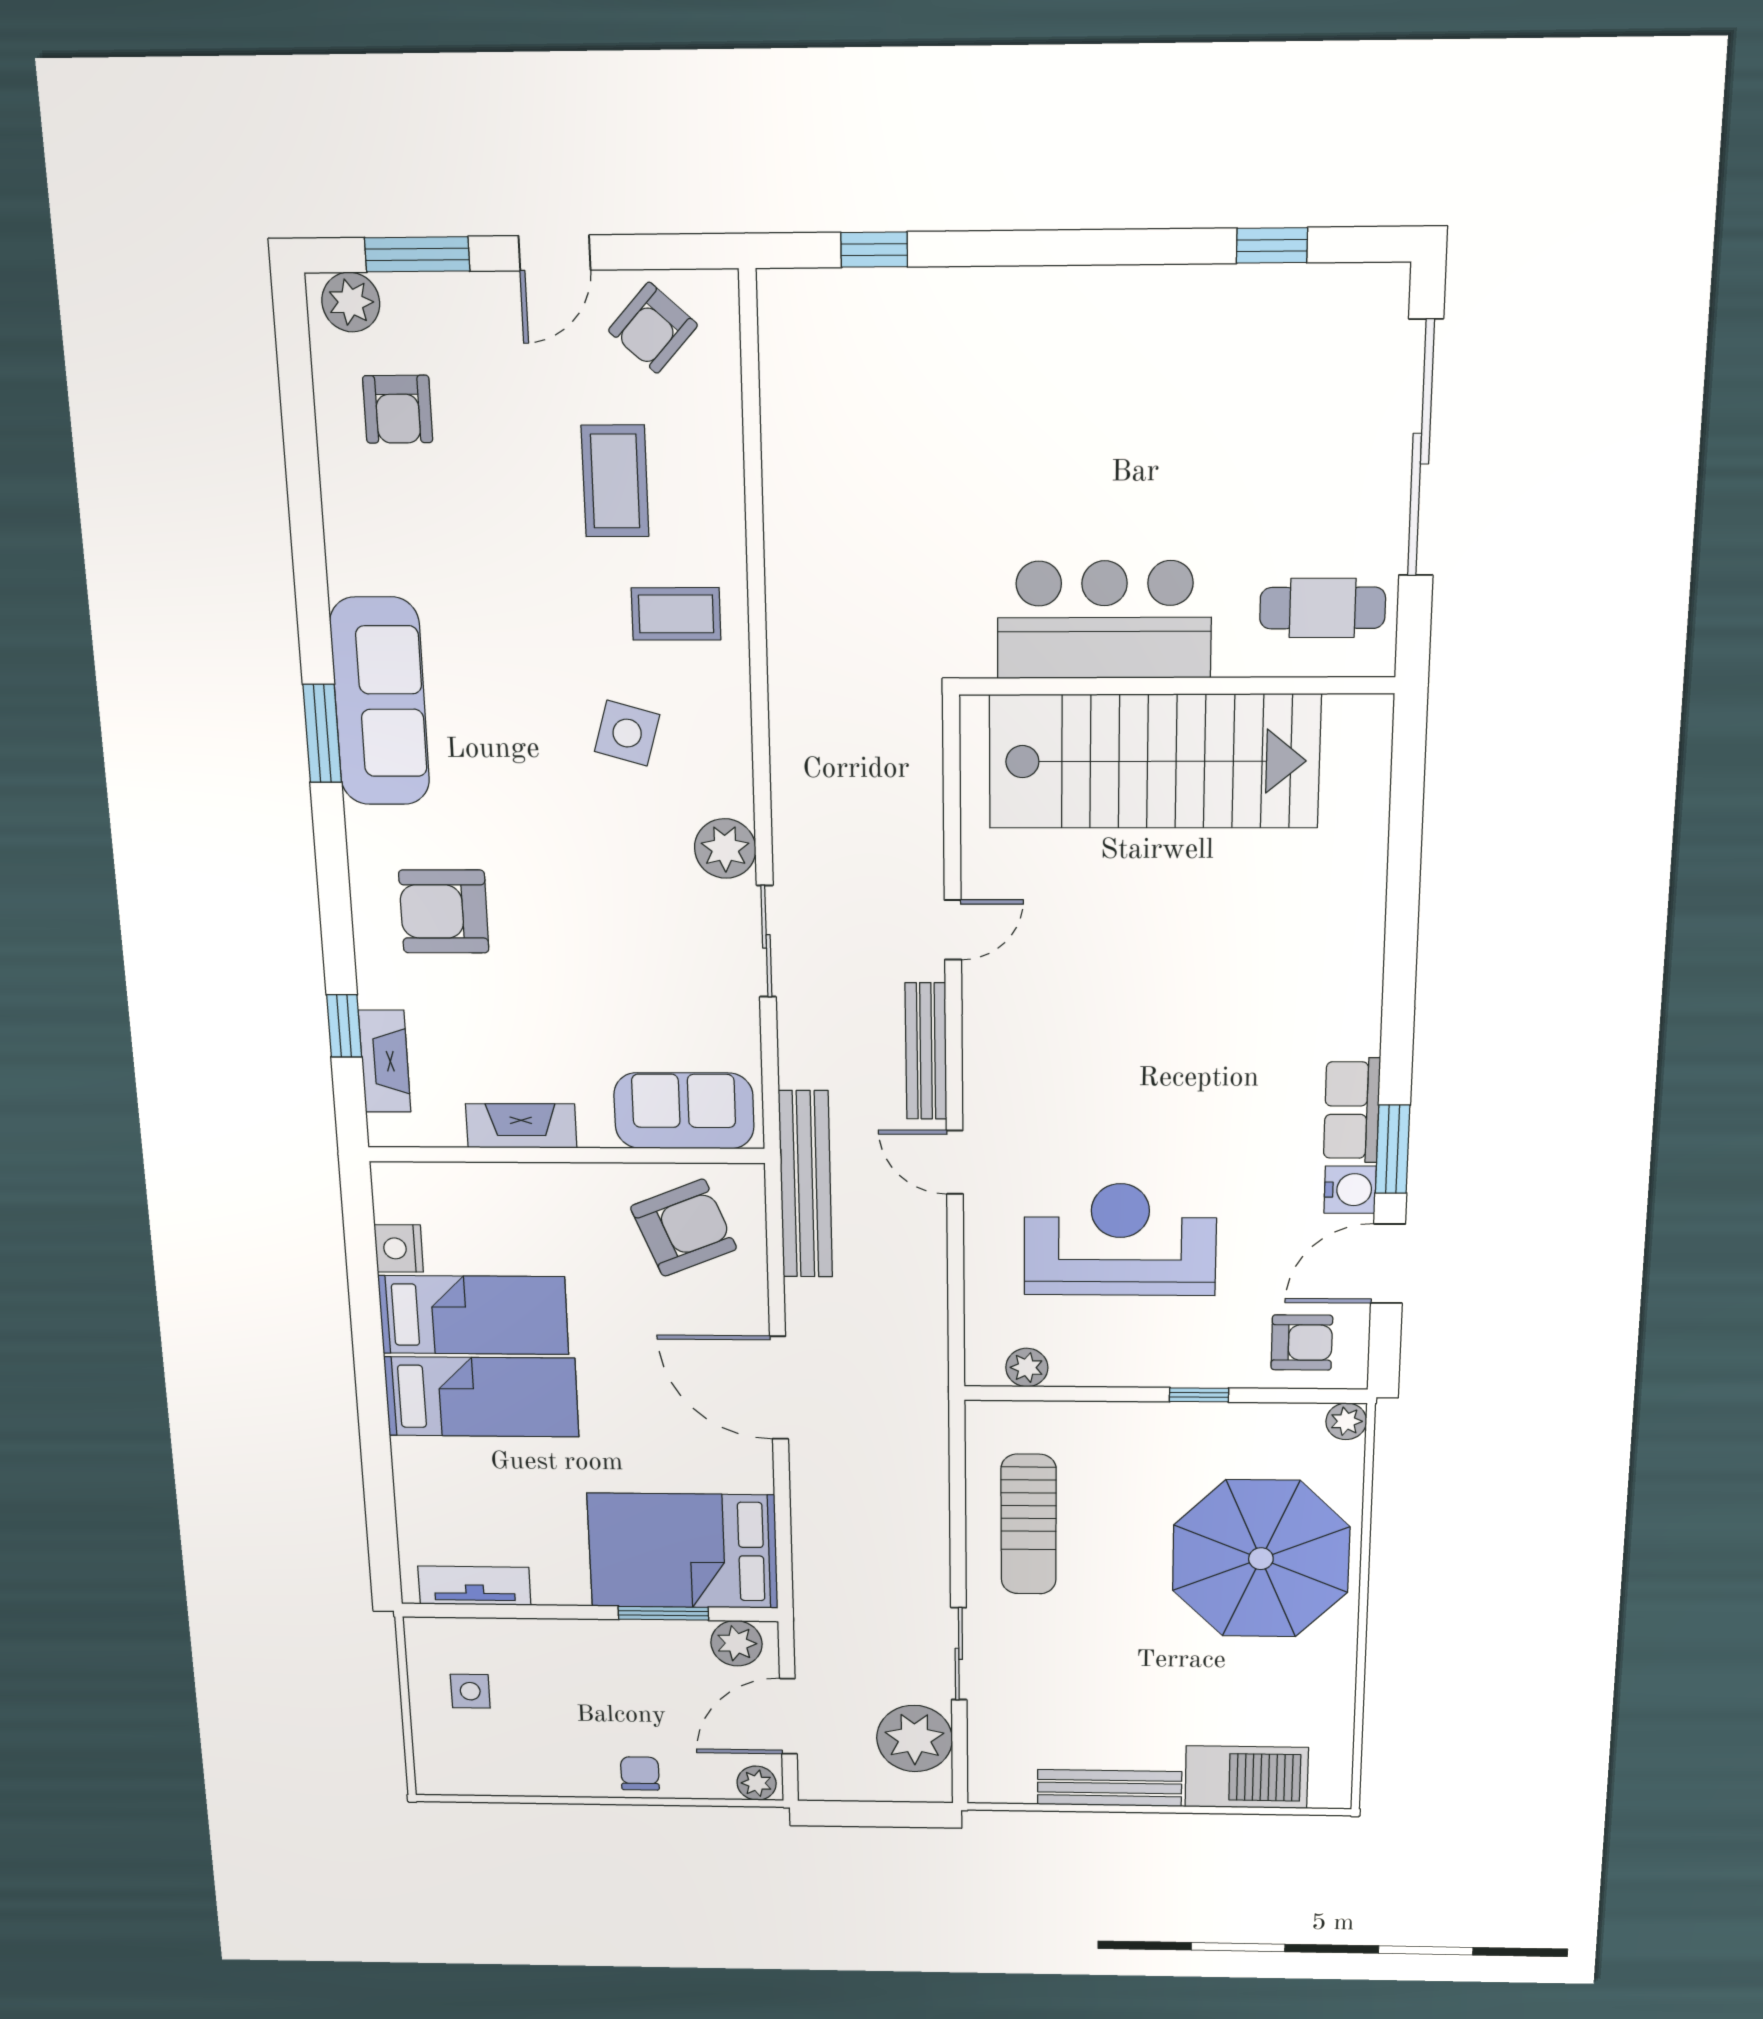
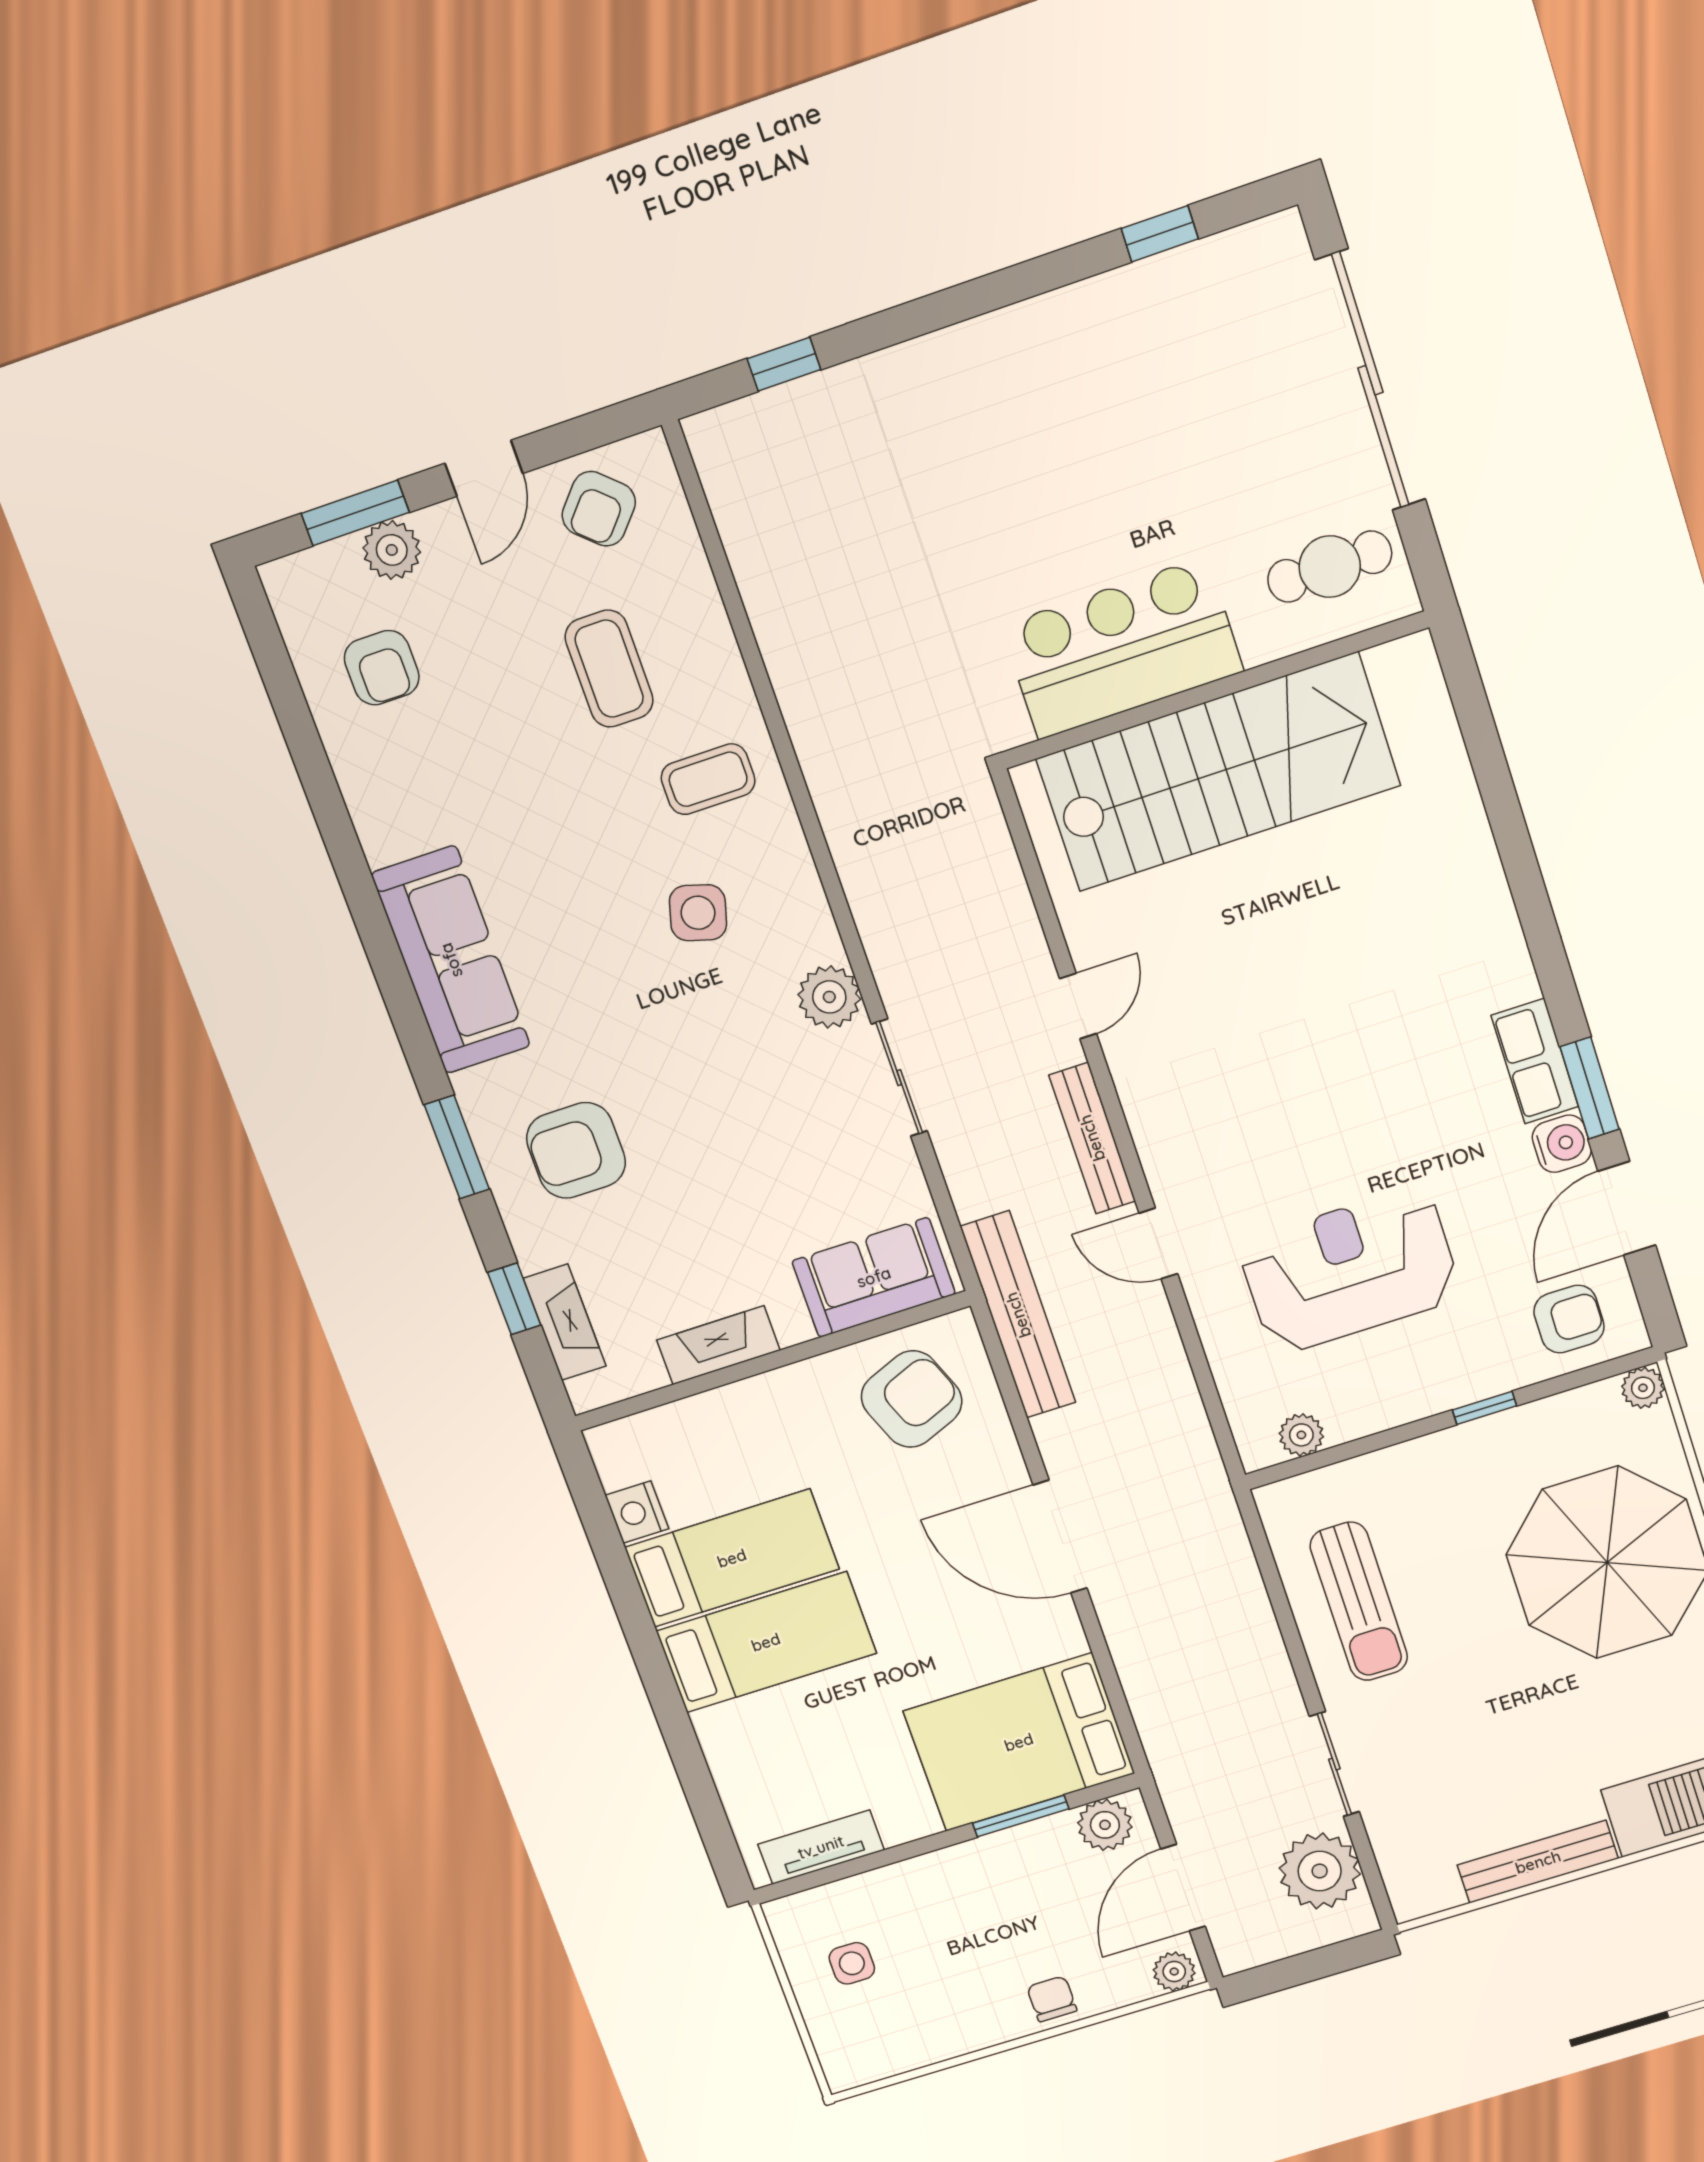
plant: (351, 302) -> (392, 550), moved
window: (322, 733) -> (457, 1147), moved

